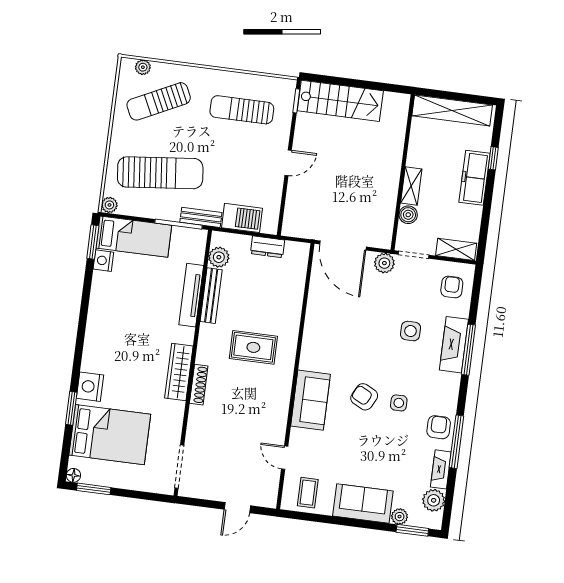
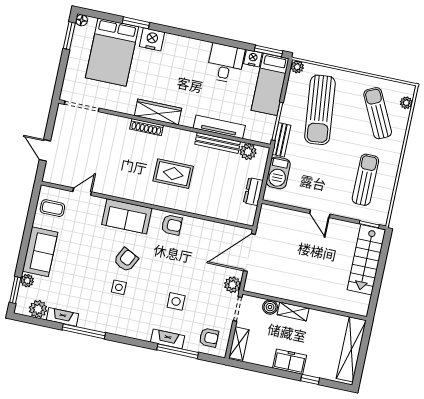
freezer: (474, 178) -> (290, 362), width x0.71
desk: (112, 294) -> (225, 63), added
fireplace: (454, 345) -> (168, 339), width x0.73, depth x0.76
rug: (253, 347) -> (173, 174), turned 90
window: (468, 350) -> (178, 351), moved
armchair: (439, 427) -> (172, 225), moved

